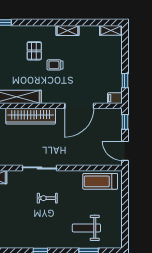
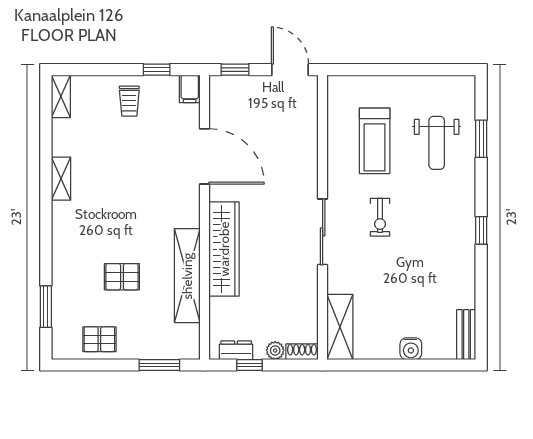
pallet: (34, 51) -> (122, 277), moved
trolley: (55, 65) -> (129, 101), moved
door: (125, 151) -> (290, 70), swing flipped
treadmill: (100, 181) -> (375, 141), moved

